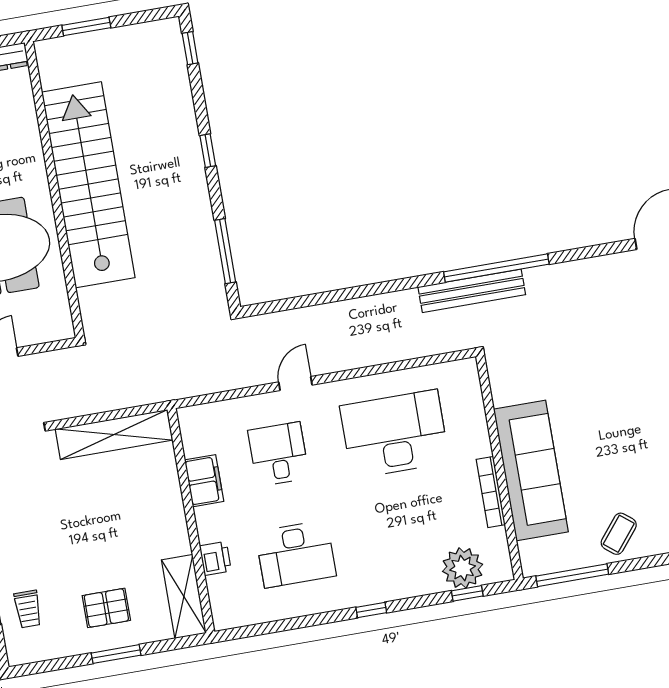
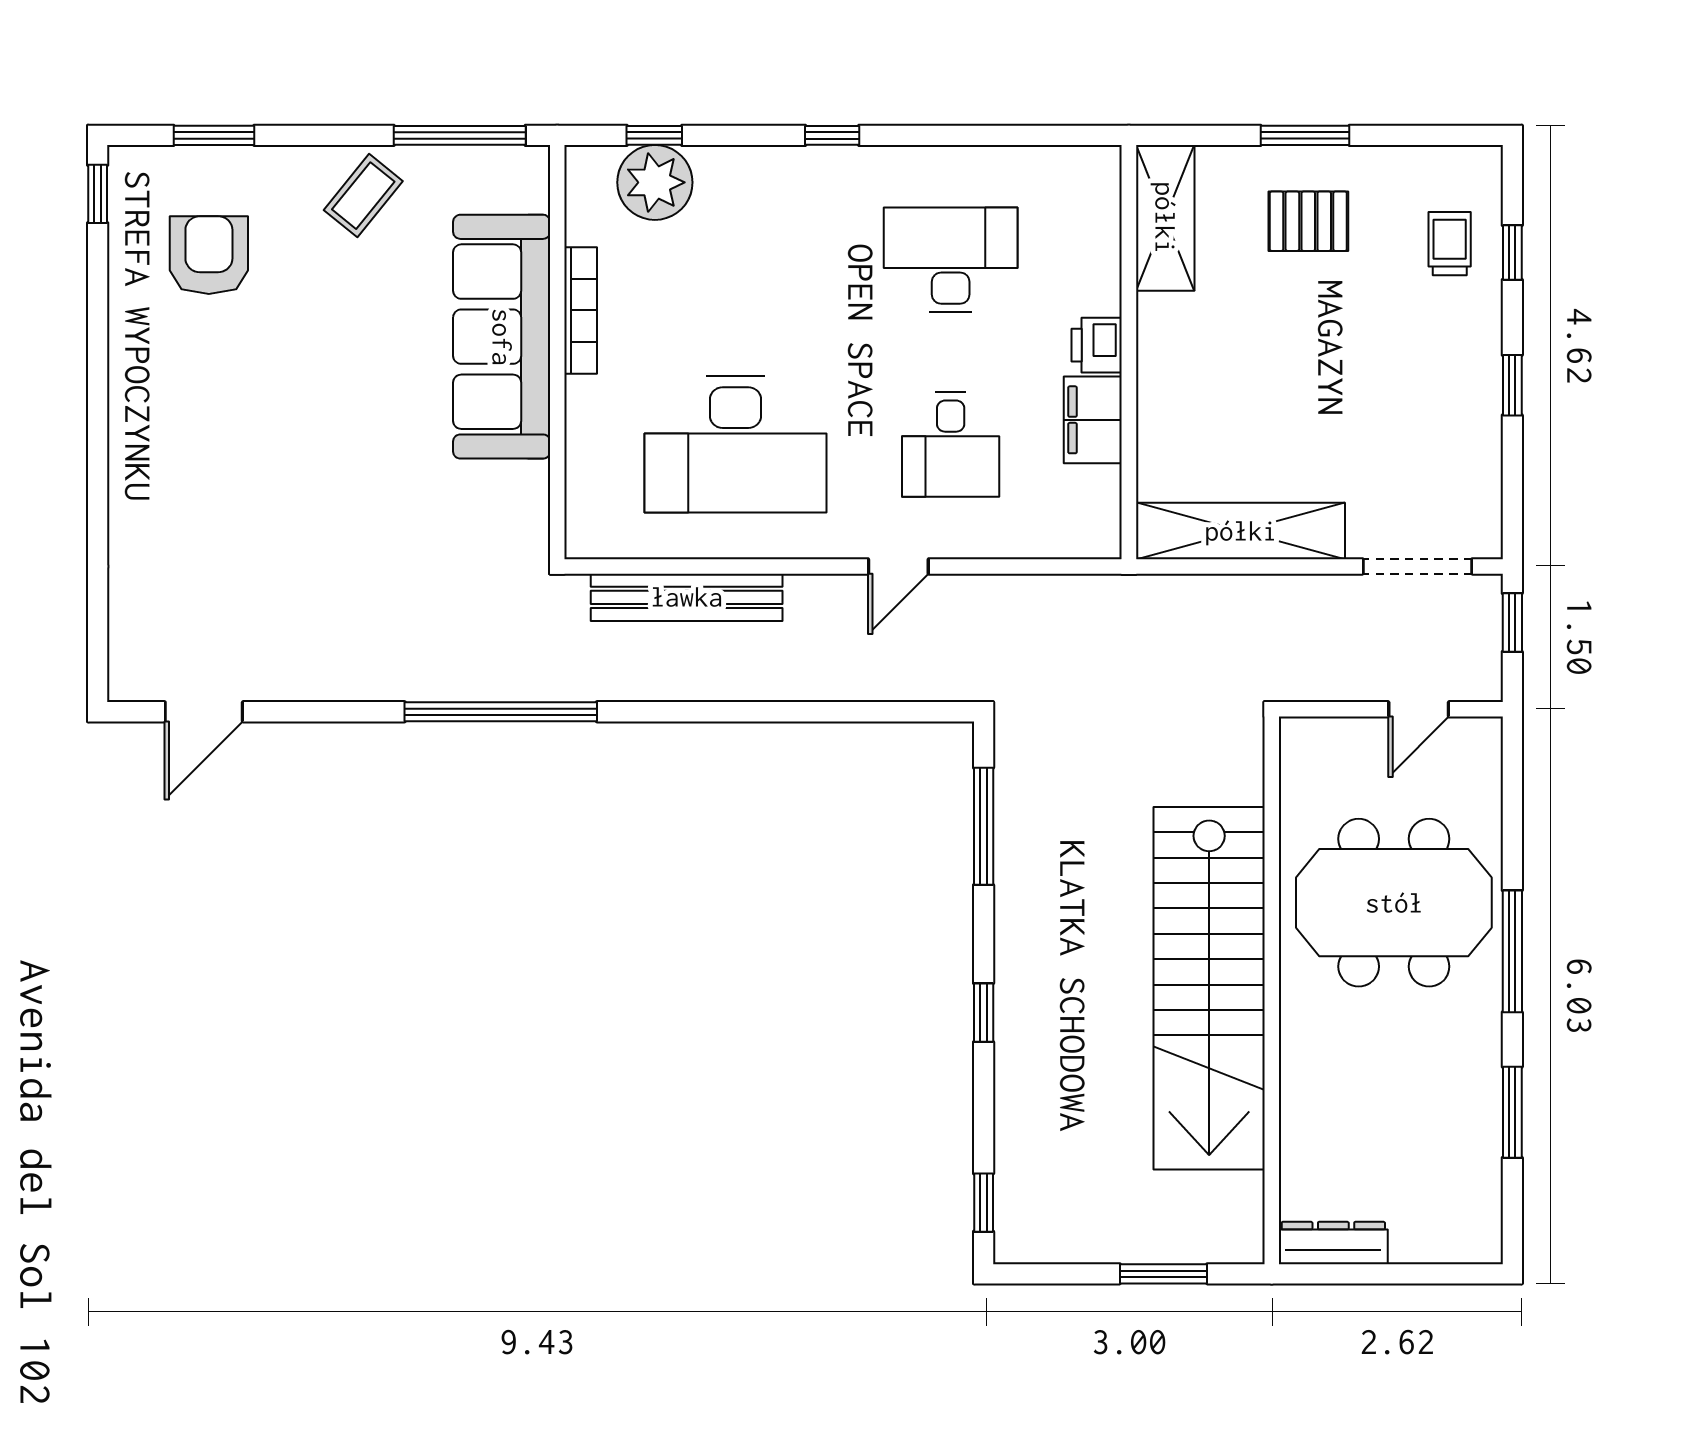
bench: (472, 291) -> (687, 597), moved
printer: (215, 558) -> (1097, 345), moved

